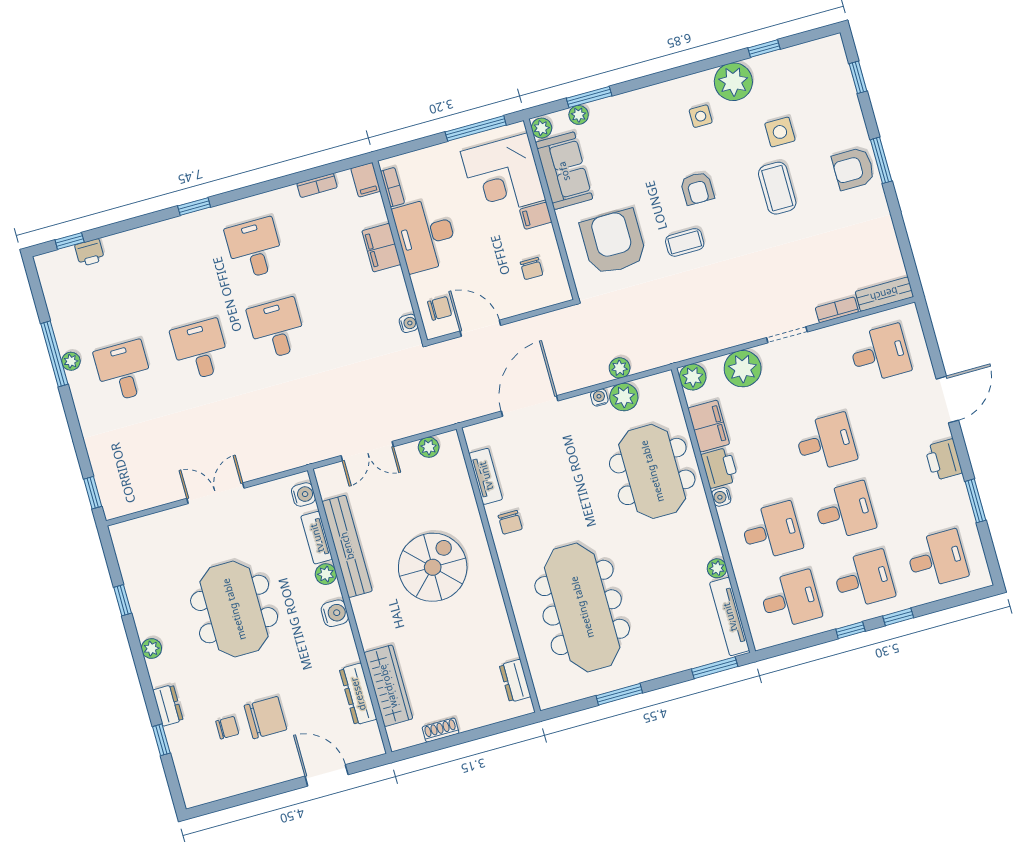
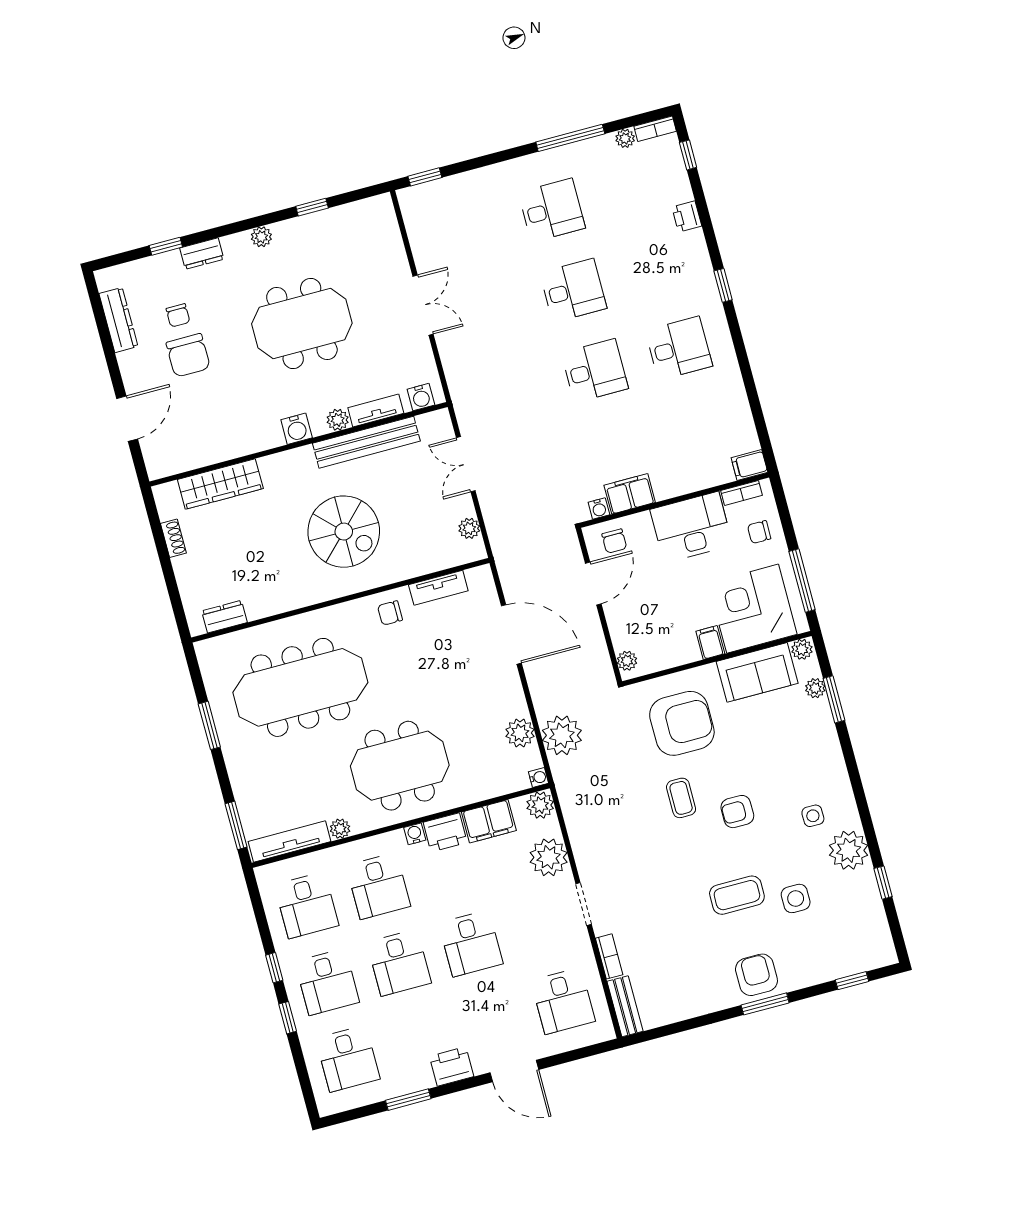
bookcase: (317, 185) -> (655, 129), moved, turned -90
filing cabinet: (381, 248) -> (630, 494), moved
printer: (90, 253) -> (687, 217), moved
chair: (532, 269) -> (759, 532), moved
plant: (554, 295) -> (627, 661), added
plant: (71, 361) -> (625, 138), moved
plant: (620, 368) -> (562, 735), width x1.88, depth x1.88
water cooler: (599, 398) -> (538, 777), moved
meeting table: (652, 471) -> (400, 766), moved
dresser: (358, 694) -> (118, 320), moved, turned 90

